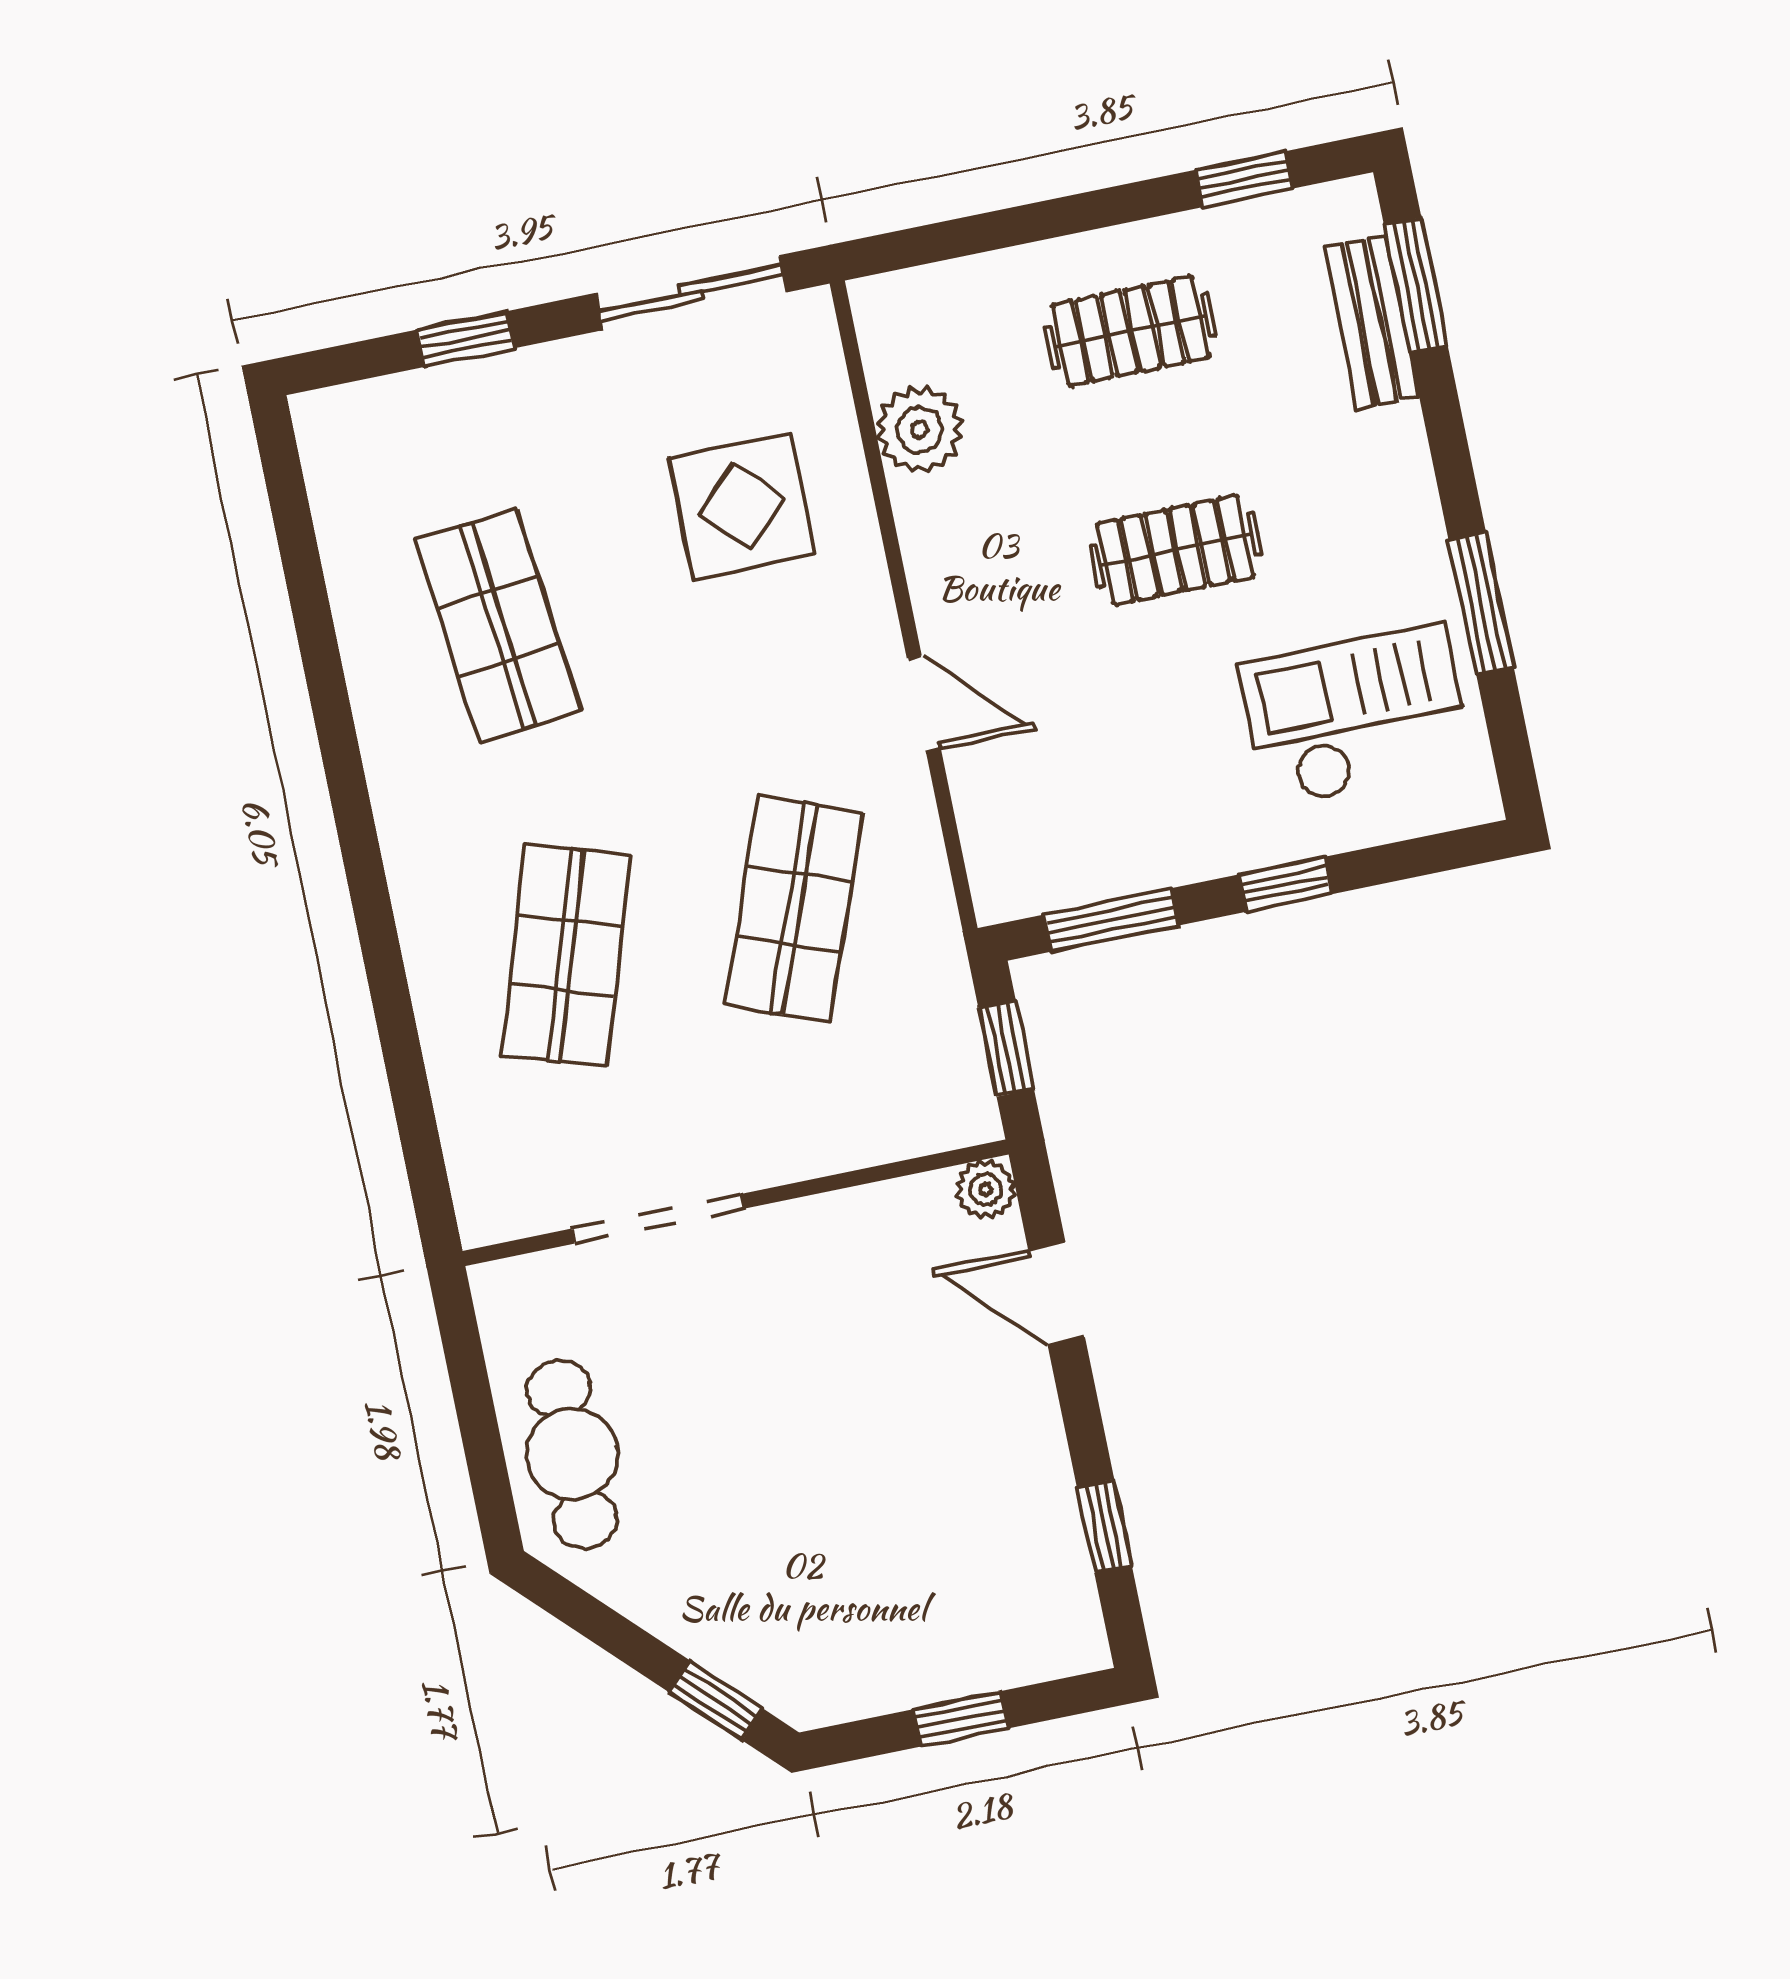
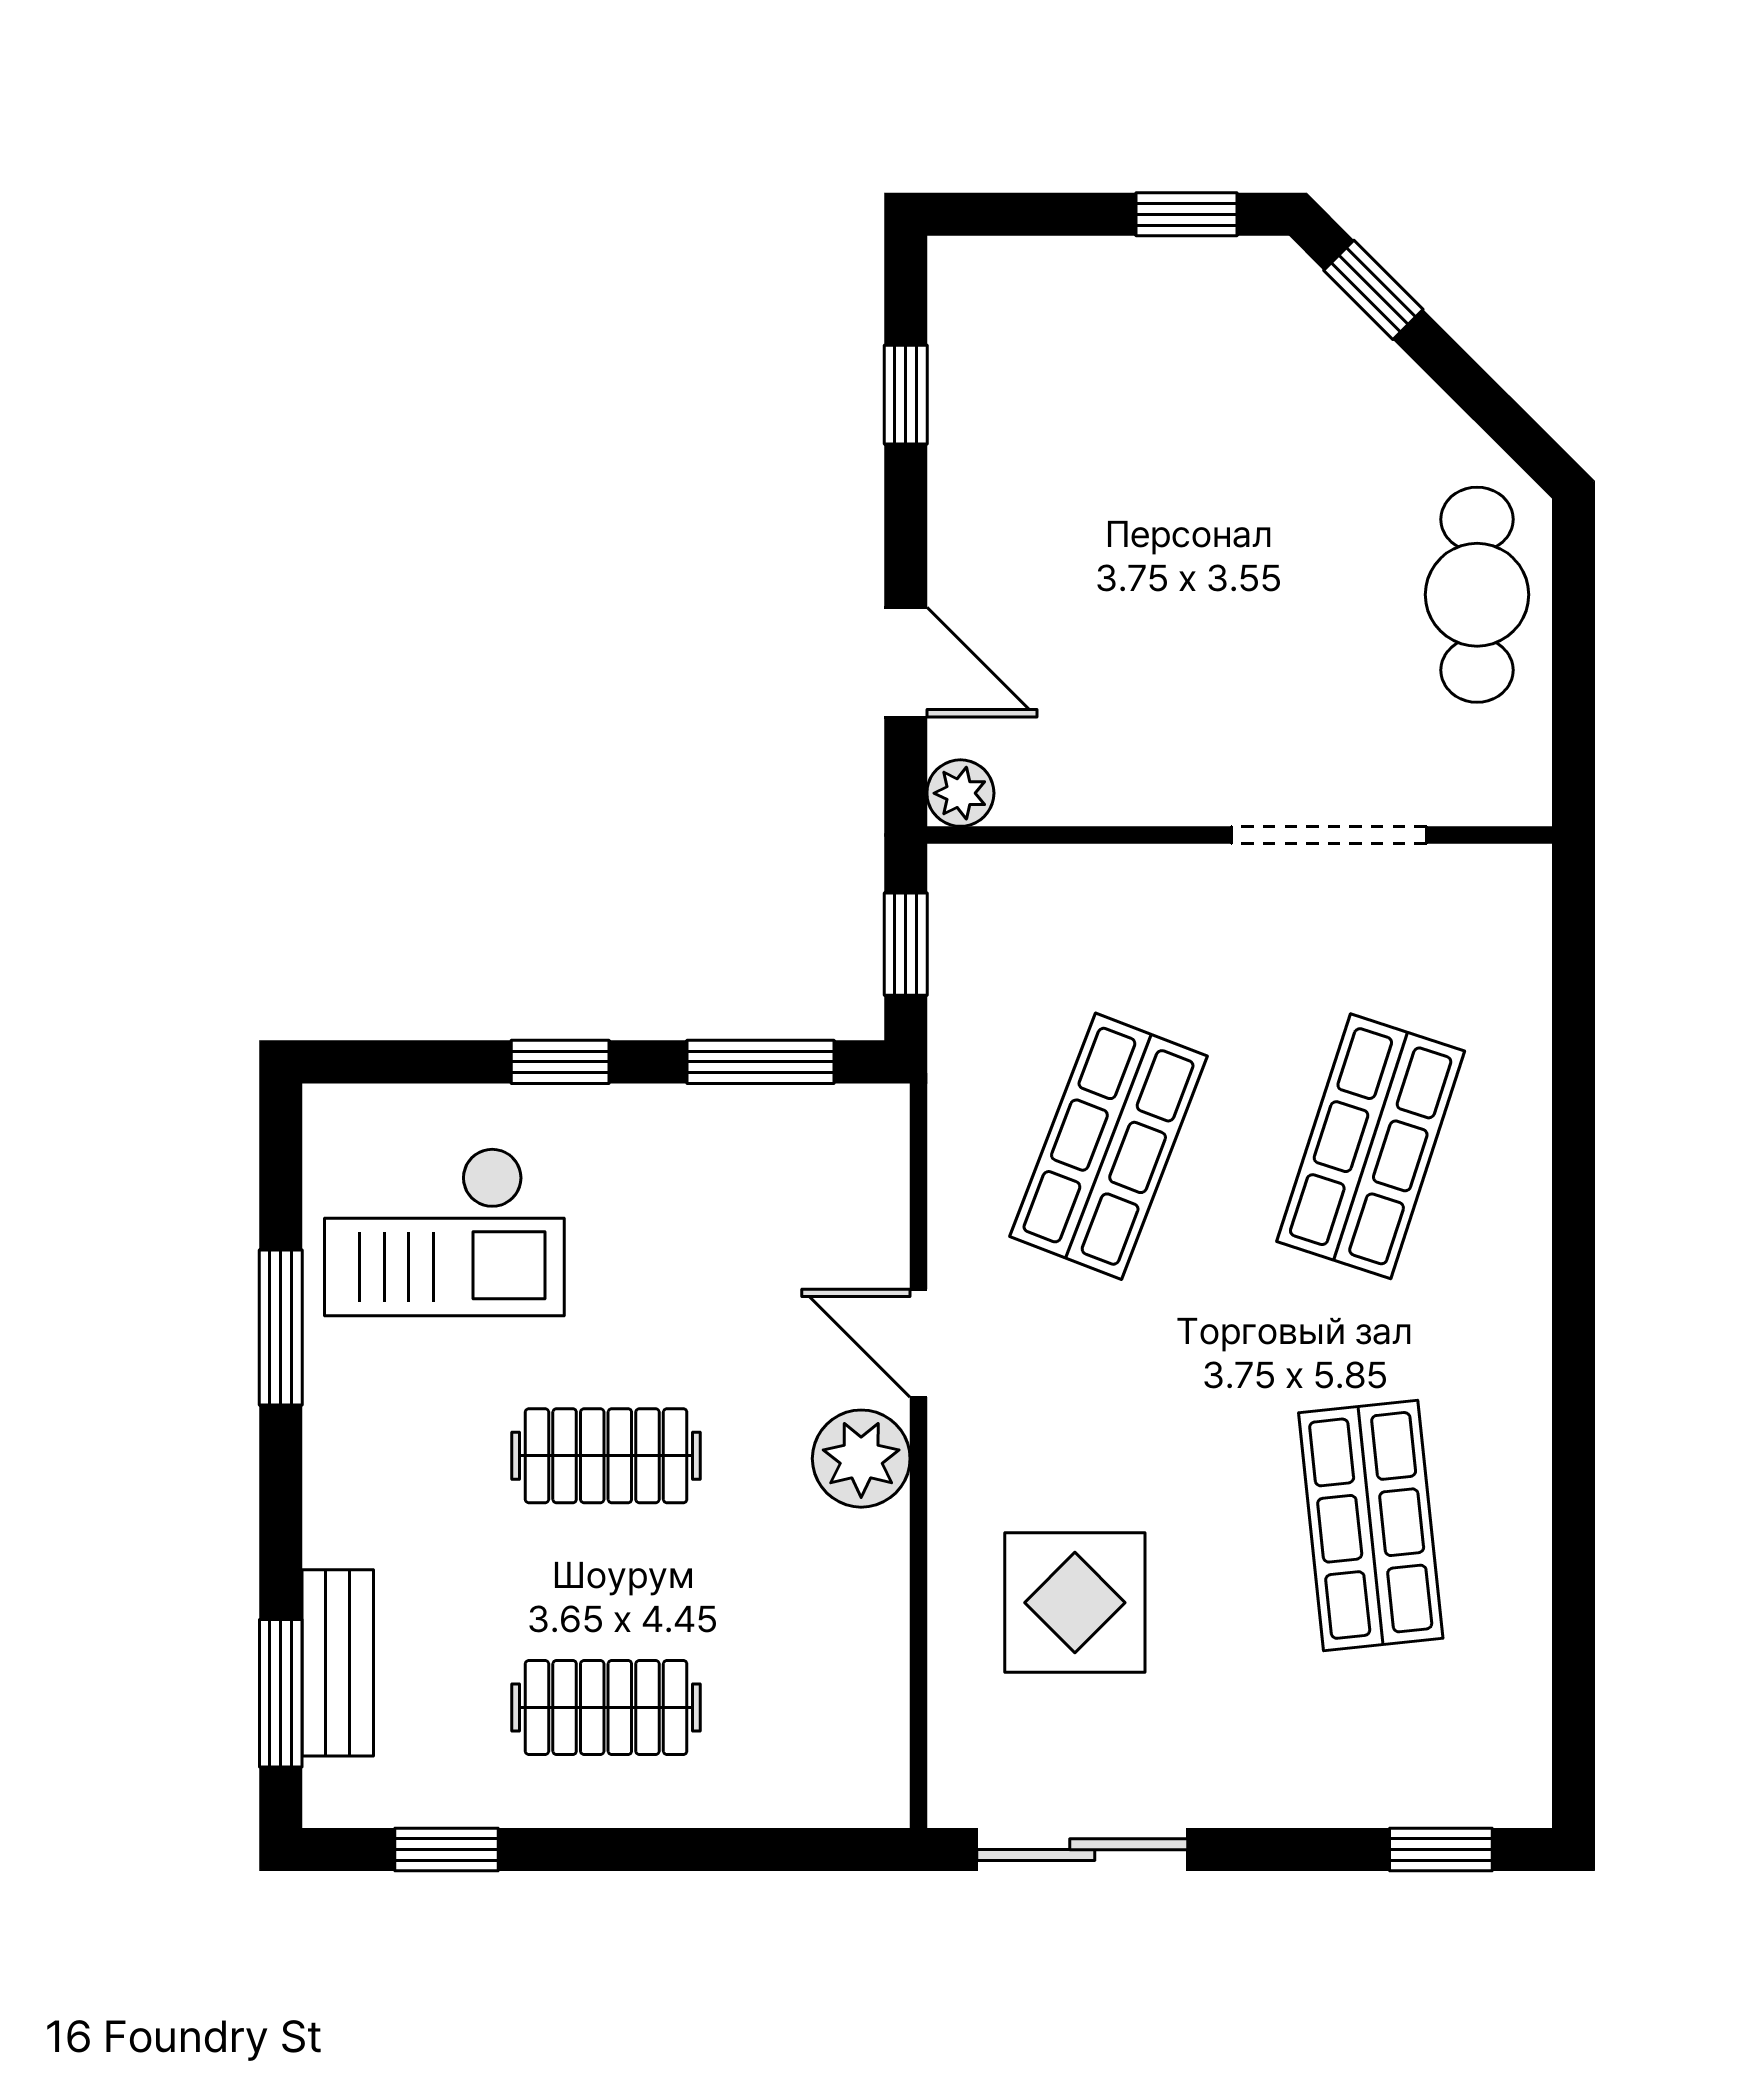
window: (465, 339) -> (1441, 1850), moved
plant: (919, 430) -> (861, 1459), moved
window: (961, 1719) -> (1187, 214), moved

